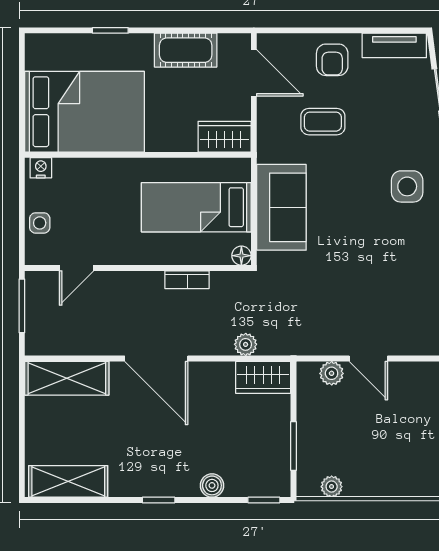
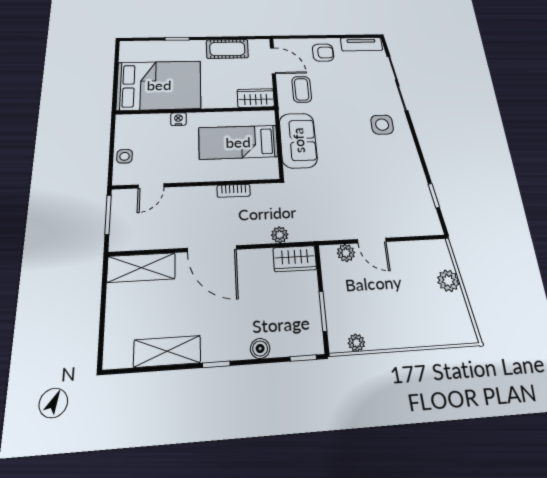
armchair: (332, 60) -> (323, 53), turned -90
coffee table: (323, 122) -> (302, 89), moved, turned 90
nightstand: (41, 168) -> (178, 119), moved
floor lamp: (241, 256) -> (272, 173), removed
shelving: (68, 481) -> (167, 351), moved

